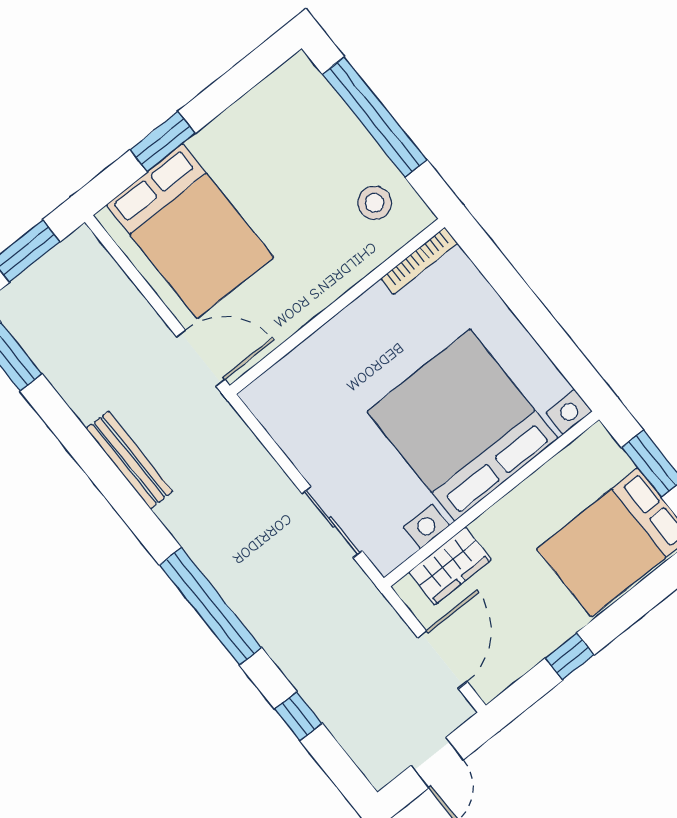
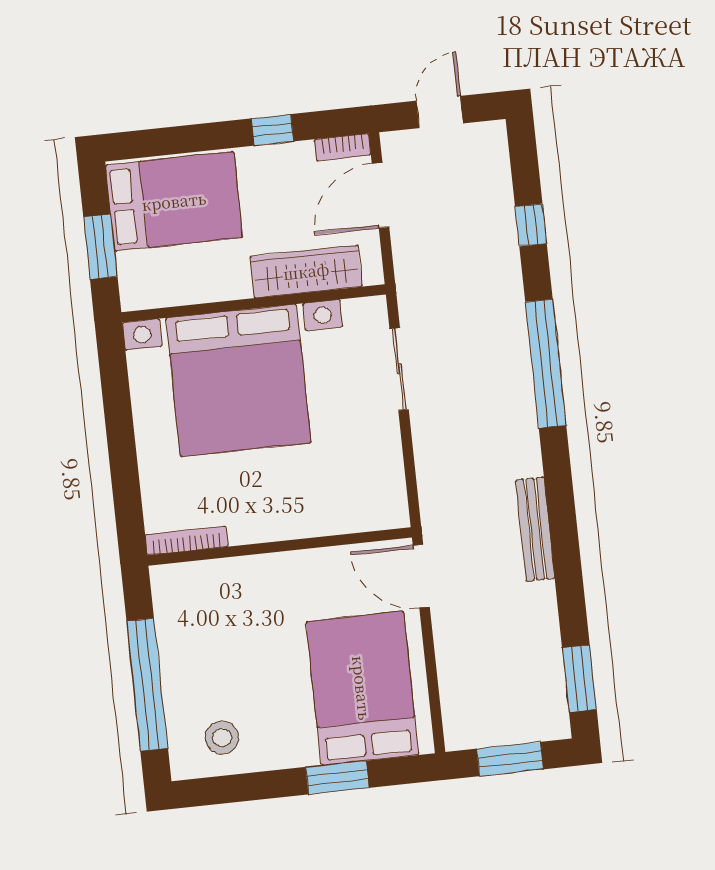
stool: (375, 203) -> (222, 738), moved
wardrobe: (450, 566) -> (306, 271), width x1.50
bookcase: (501, 680) -> (343, 147), added

